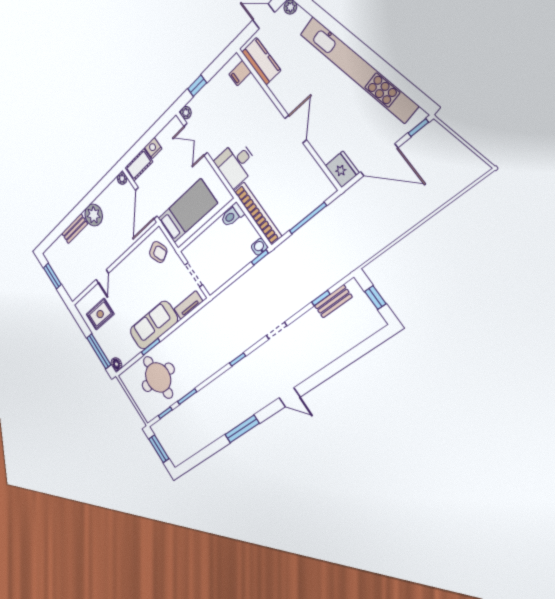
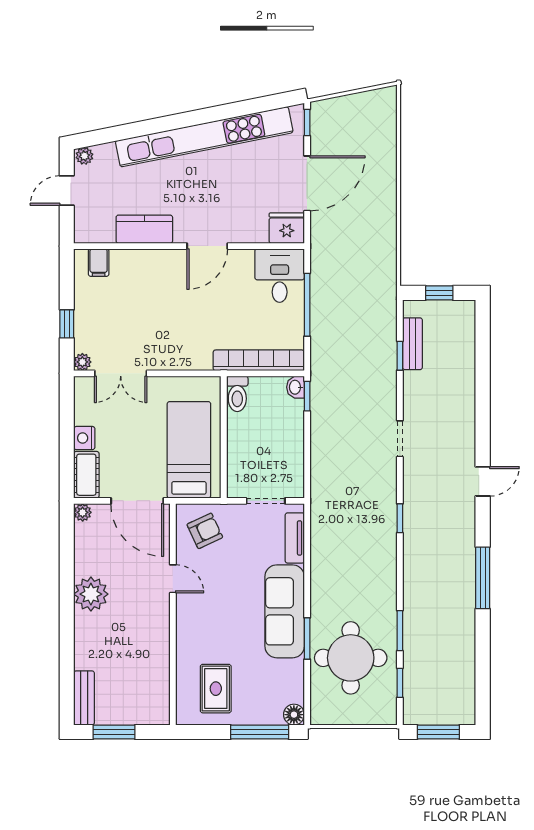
kitchen counter: (261, 61) -> (144, 229), moved
door: (296, 129) -> (207, 246), swing flipped
desk: (236, 164) -> (280, 276), moved, turned 180
bench: (75, 229) -> (84, 698), moved
door: (102, 276) -> (173, 579), moved

